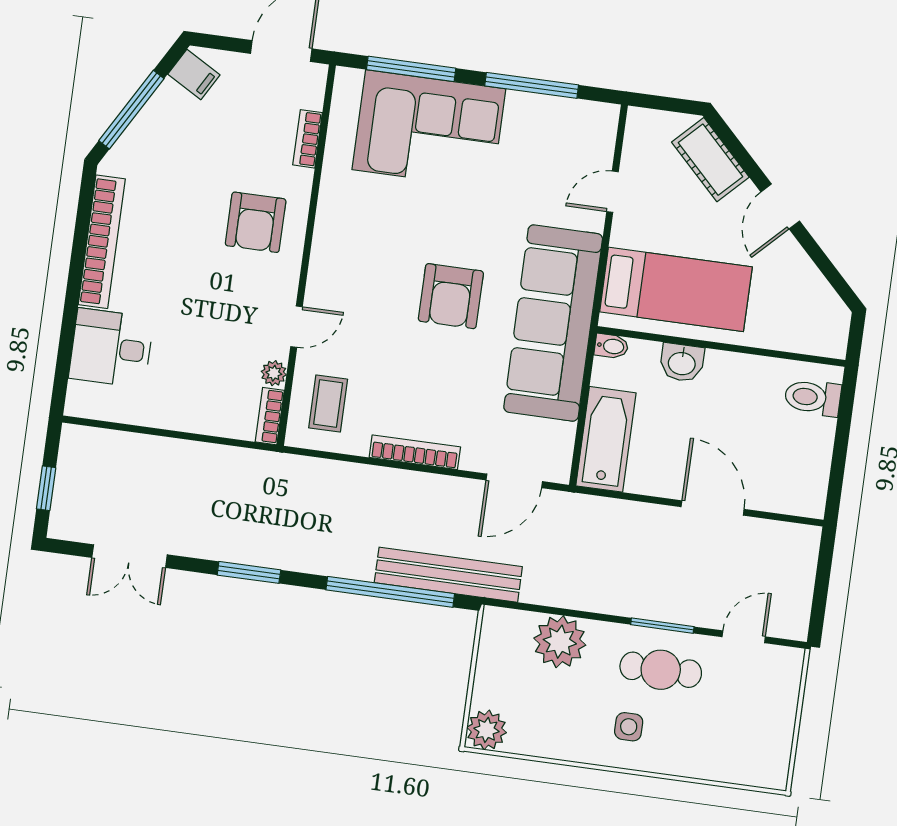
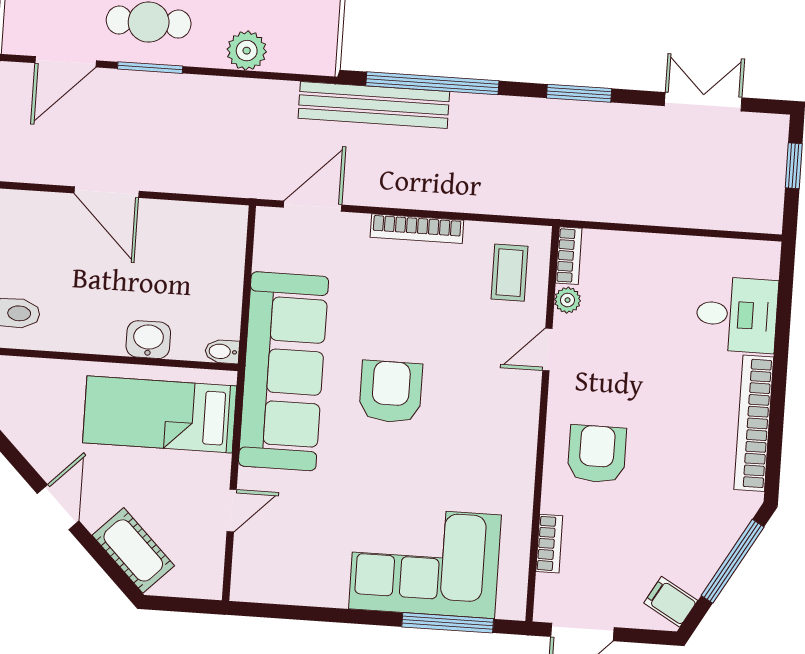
window: (532, 85) -> (322, 614), removed
bathtub: (606, 439) -> (221, 255), removed
door: (744, 637) -> (66, 62), width x1.38
plant: (560, 642) -> (247, 51), width x0.73, depth x0.73

